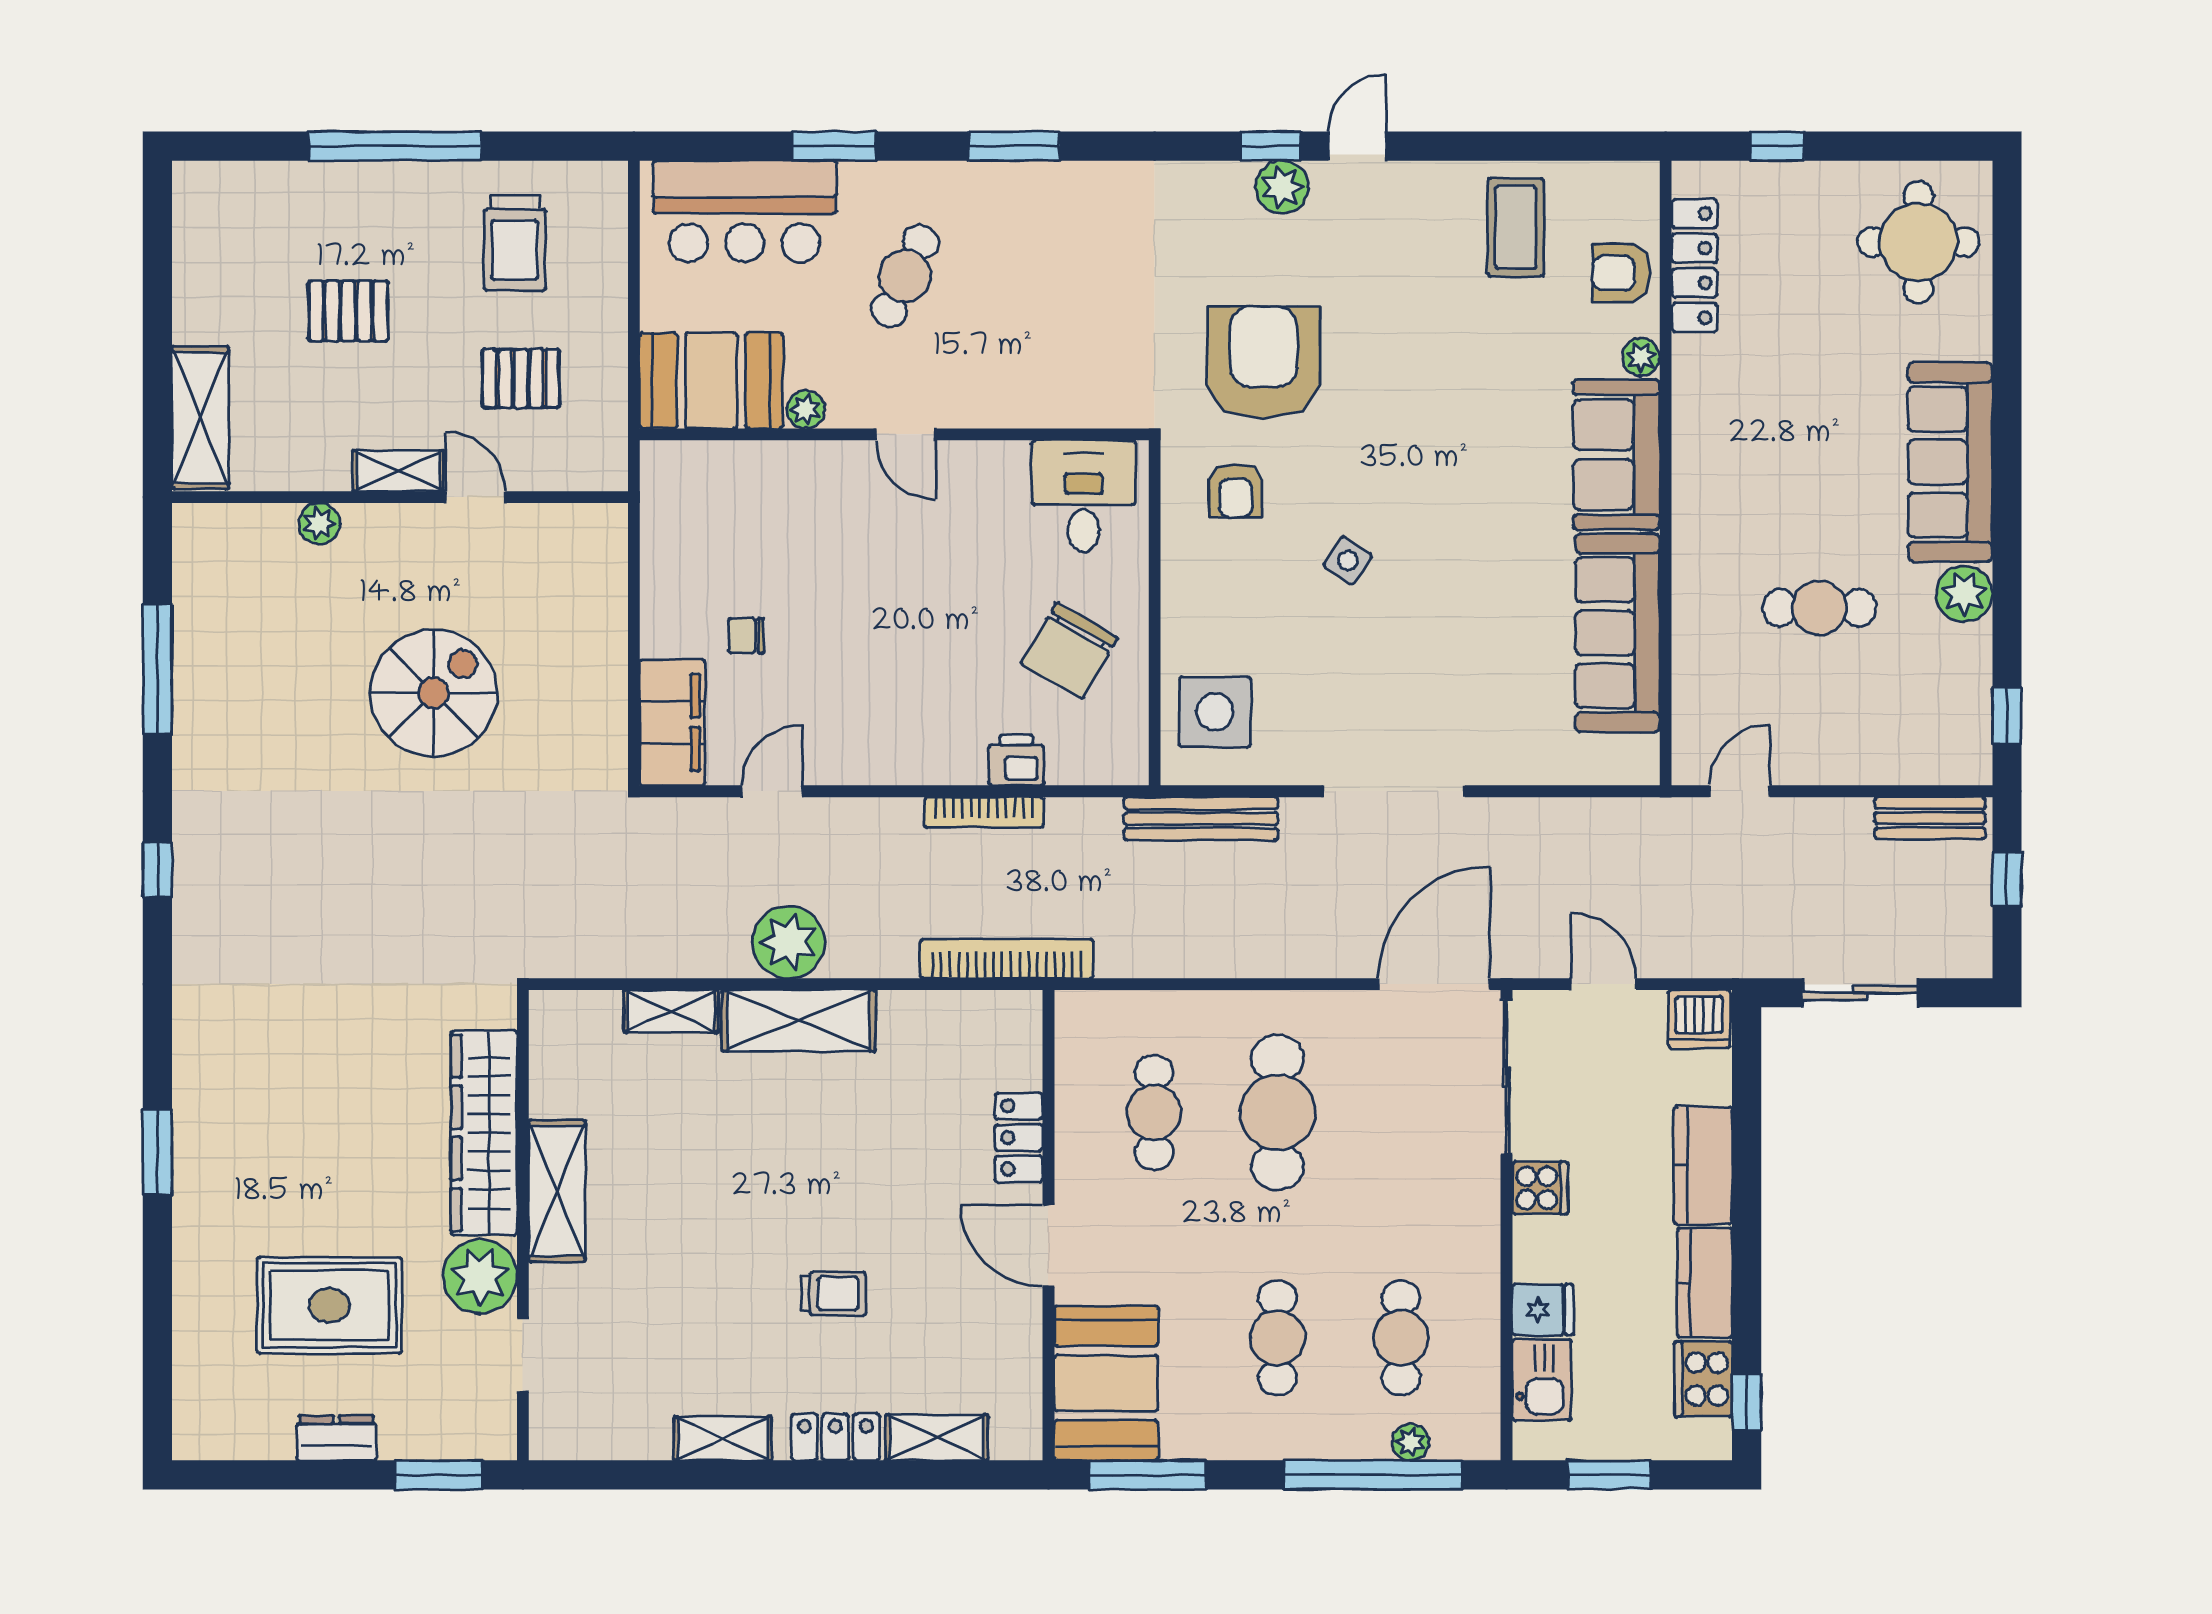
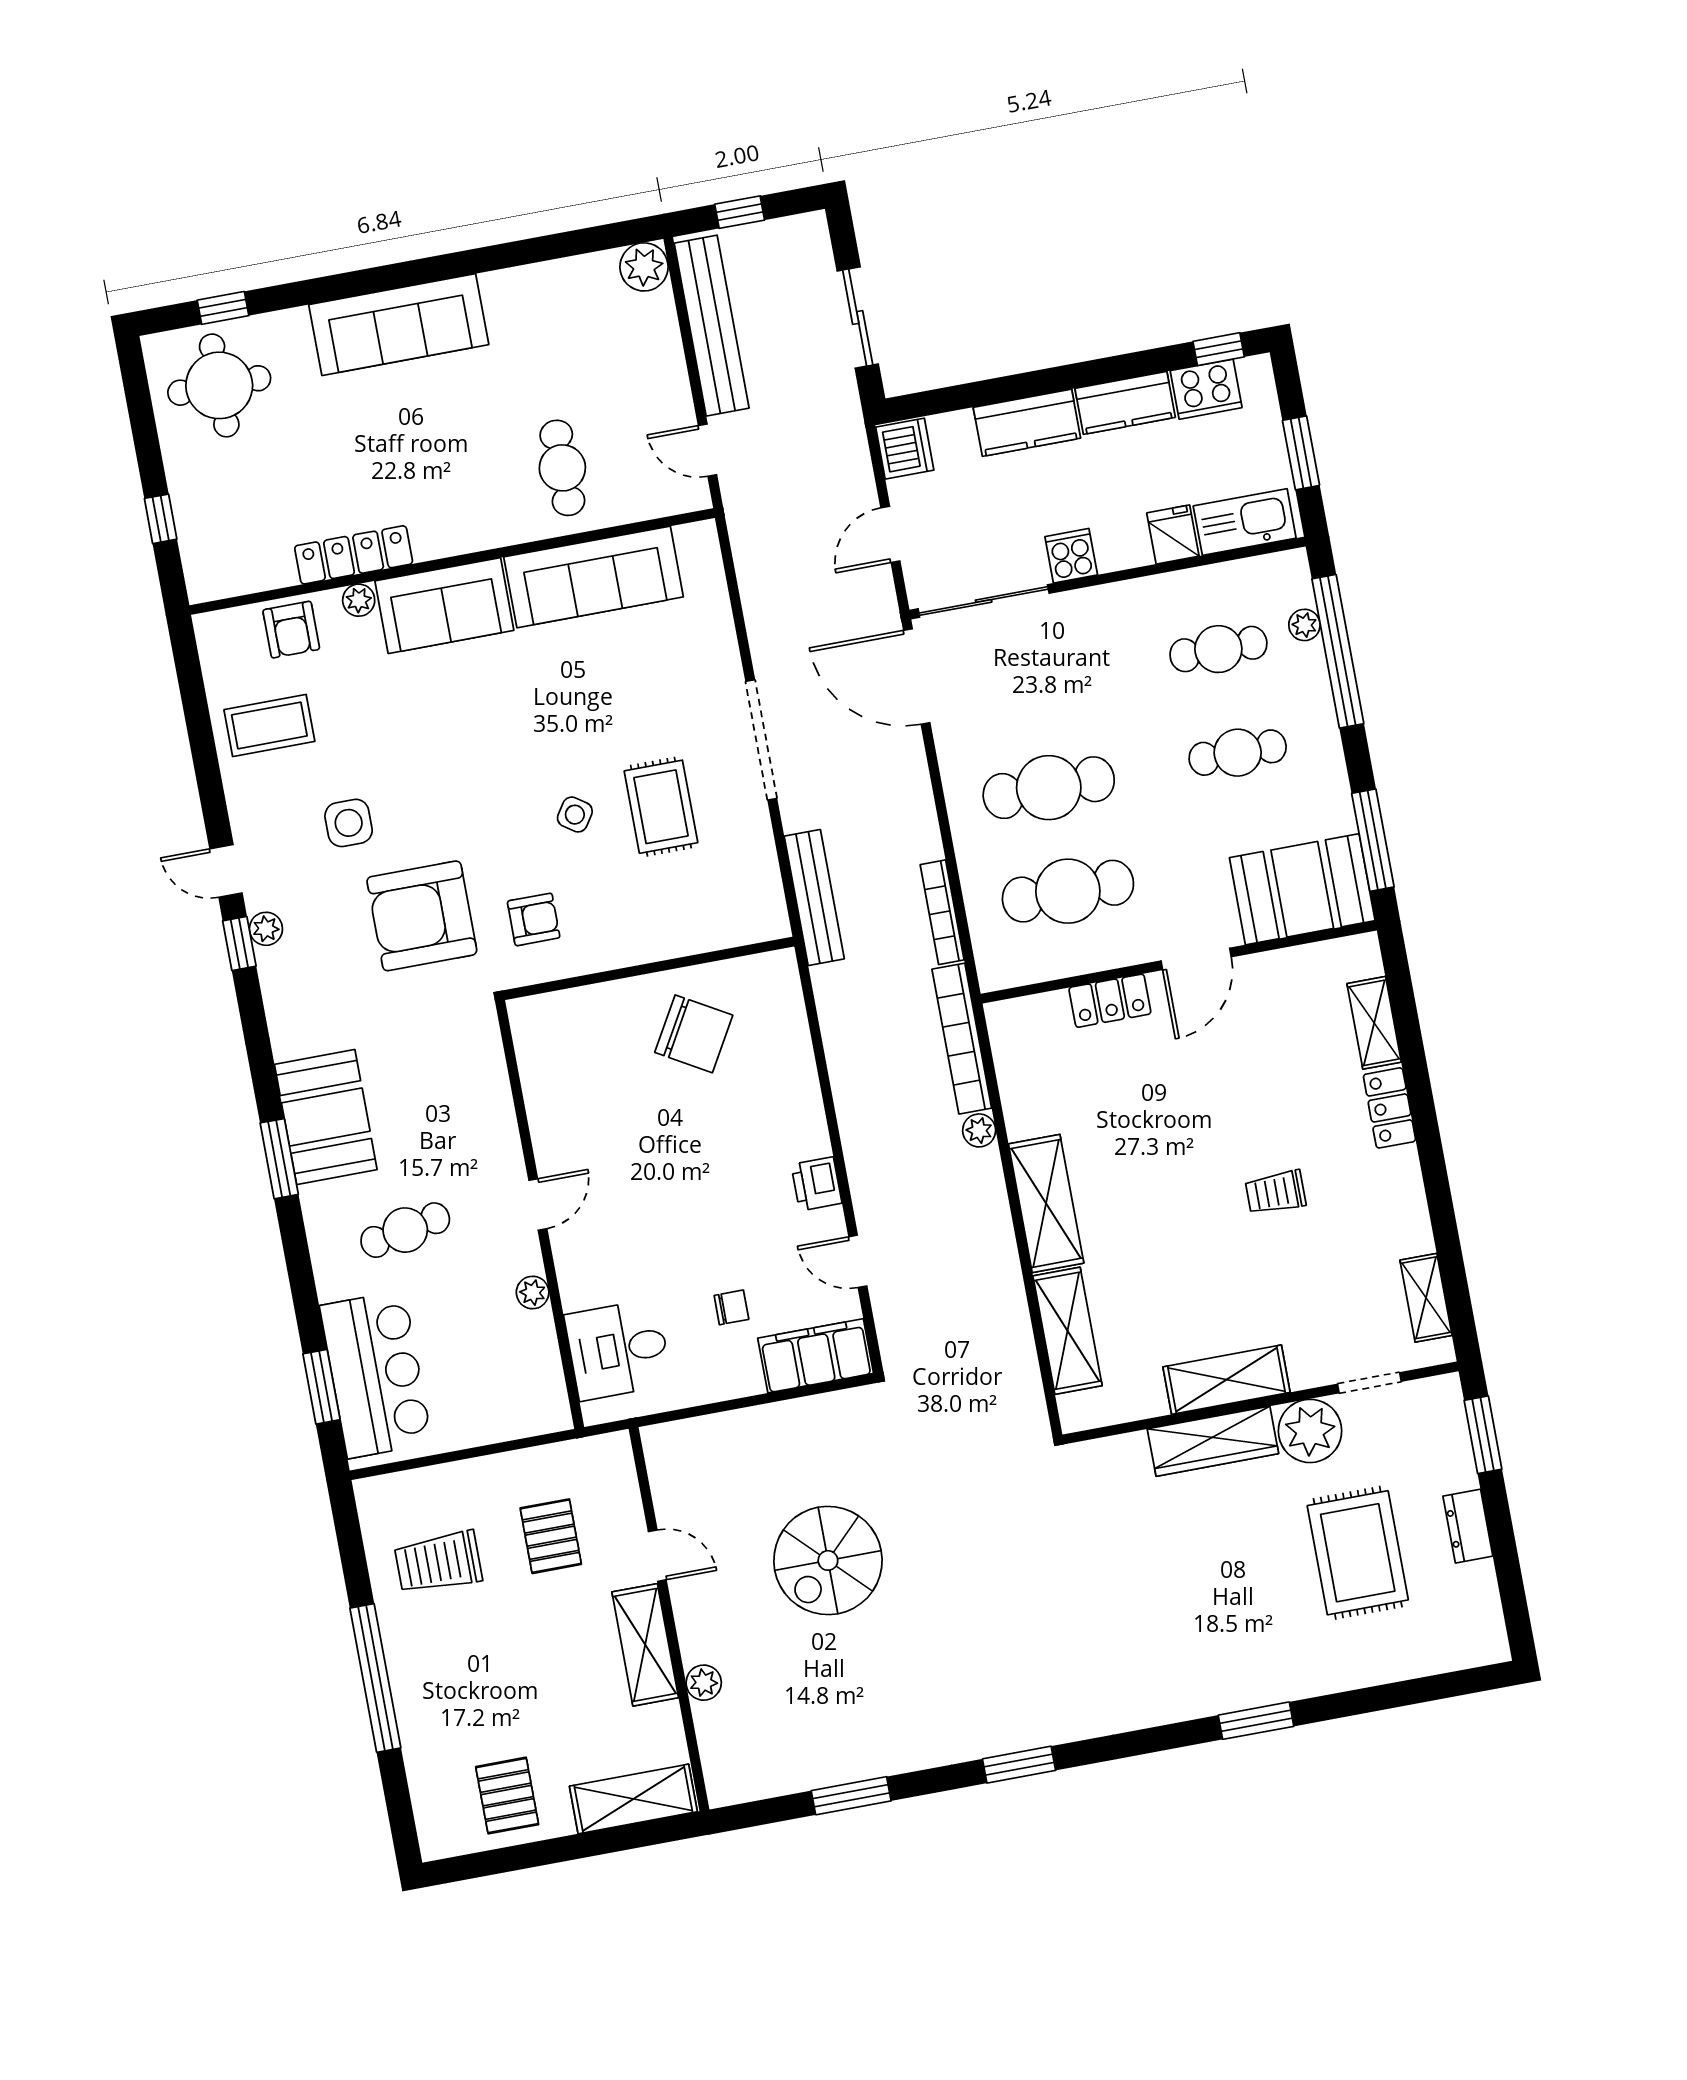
window: (834, 146) -> (322, 1387), moved
plant: (1282, 187) -> (266, 929), width x0.73, depth x0.73
trolley: (515, 243) -> (438, 1562), turned 180
locker: (1694, 266) -> (354, 555), moved
cafe table: (905, 276) -> (405, 1230), turned -36
pallet: (348, 311) -> (507, 1796), moved
booth: (711, 381) -> (326, 1117), moved
shelving: (398, 471) -> (645, 1645), width x1.50, depth x1.33
desk: (1084, 496) -> (618, 1350), moved
door: (476, 497) -> (657, 1556), swing flipped
plant: (1964, 594) -> (644, 267), moved
cafe table: (1819, 608) -> (562, 468), moved
chair: (746, 636) -> (731, 1307), turned -90
rug: (1338, 661) -> (661, 807), added
window: (157, 669) -> (851, 1796), width x0.69
spiral stairs: (434, 693) -> (828, 1560), turned -90
side table: (1215, 712) -> (349, 823), moved, width x0.73, depth x0.73
window: (2007, 716) -> (223, 308), moved
printer: (1016, 760) -> (817, 1184), moved
bookcase: (984, 812) -> (942, 912), moved, turned 180
bench: (1930, 818) -> (712, 326), width x1.86, depth x1.21
window: (157, 870) -> (1019, 1765), width x1.50
plant: (789, 942) -> (979, 1130), moved, width x0.53, depth x0.53
shelving: (671, 1011) -> (1068, 1331), width x1.50, depth x1.33
cafe table: (1154, 1113) -> (1068, 891), width x1.37, depth x1.35
wardrobe: (484, 1133) -> (1213, 1441), width x0.71, depth x0.85
trolley: (833, 1294) -> (1276, 1192), moved, turned -90
kitchen sink: (1542, 1380) -> (1245, 522), width x1.38
shelving: (723, 1438) -> (1426, 1298), moved

